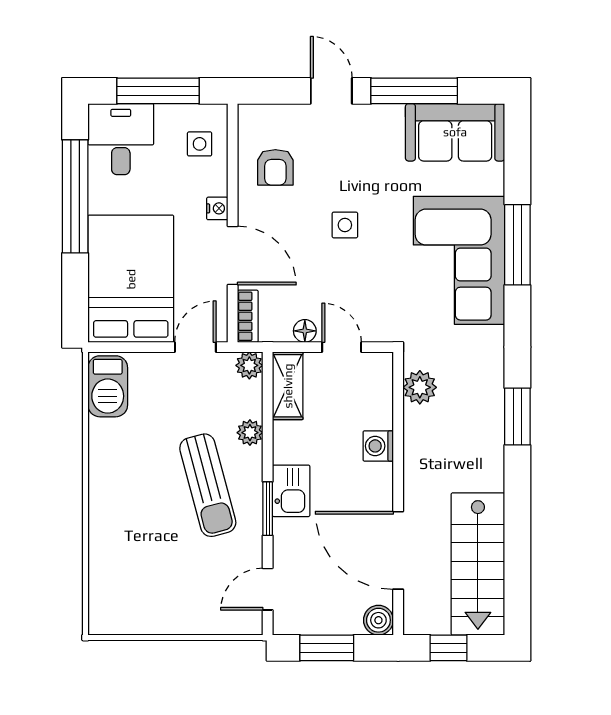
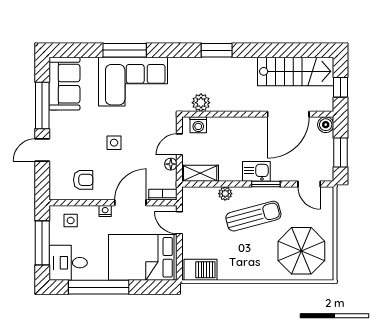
plant: (249, 365) -> (189, 194), removed
washing machine: (378, 446) -> (198, 125), moved
parasol: (143, 575) -> (301, 251), added

